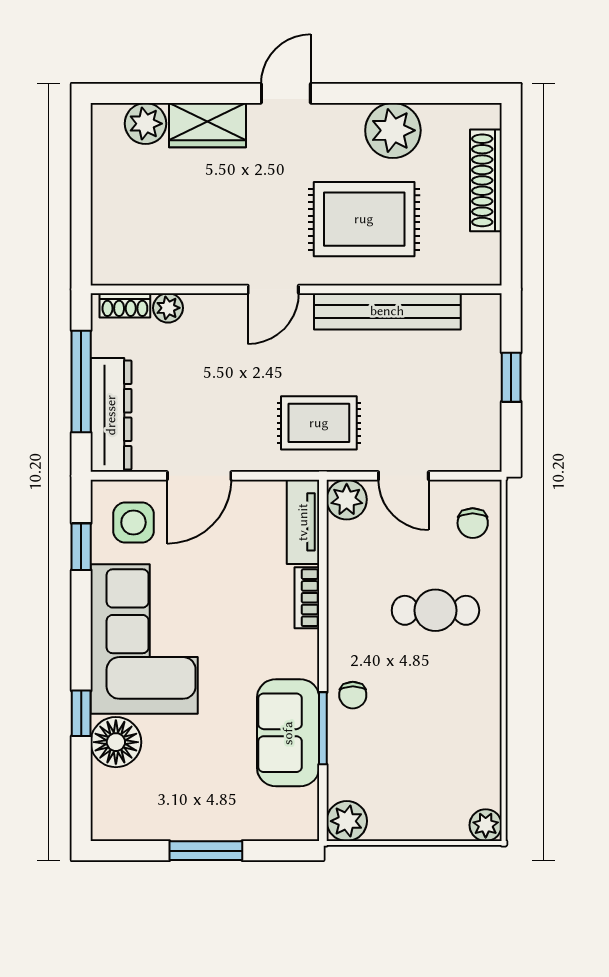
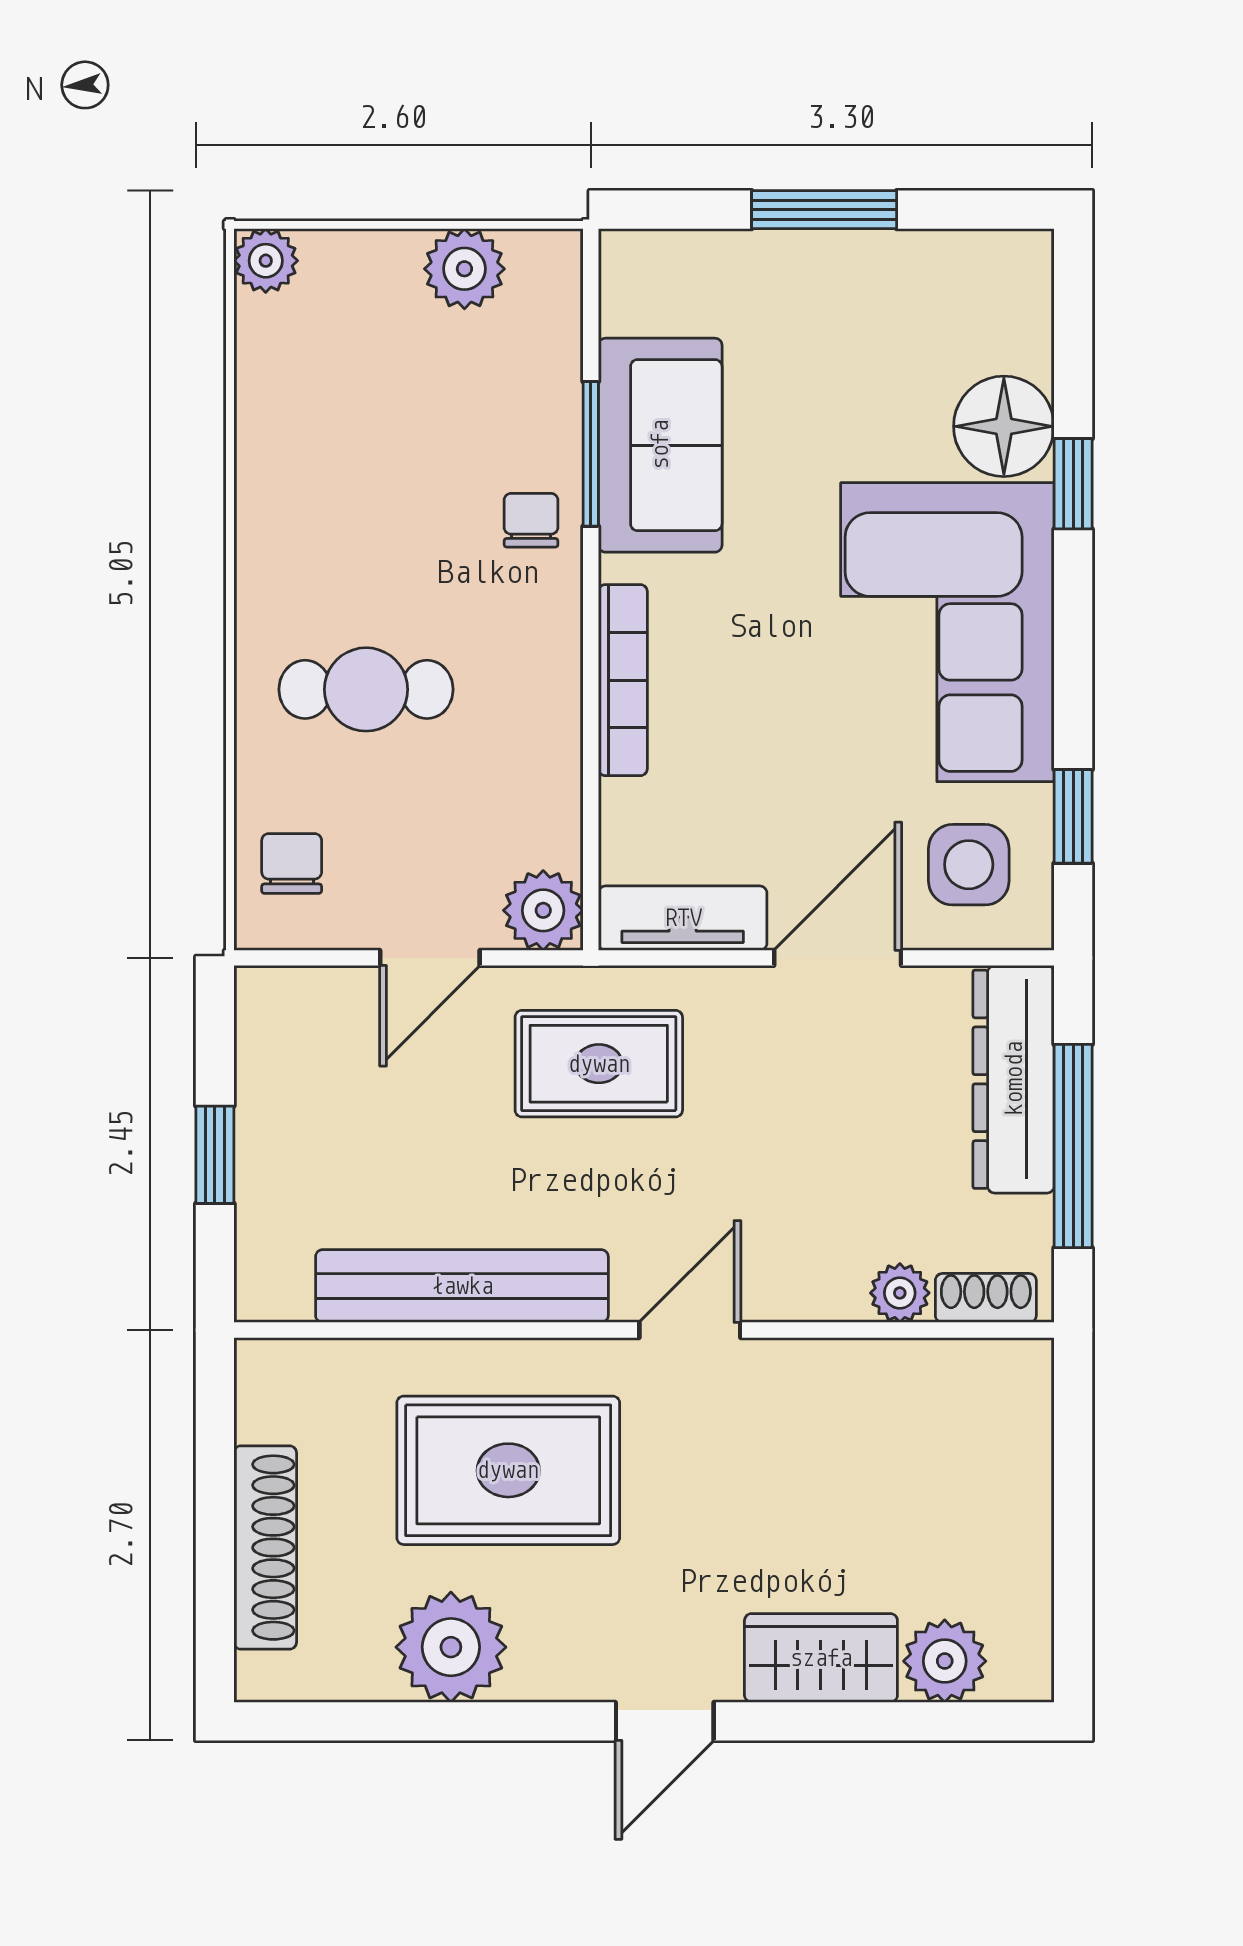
door: (403, 476) -> (430, 958), swing flipped
tv unit: (303, 522) -> (683, 918), moved, turned -90
bookcase: (307, 598) -> (623, 680), width x1.56
plant: (347, 821) -> (464, 269), moved

